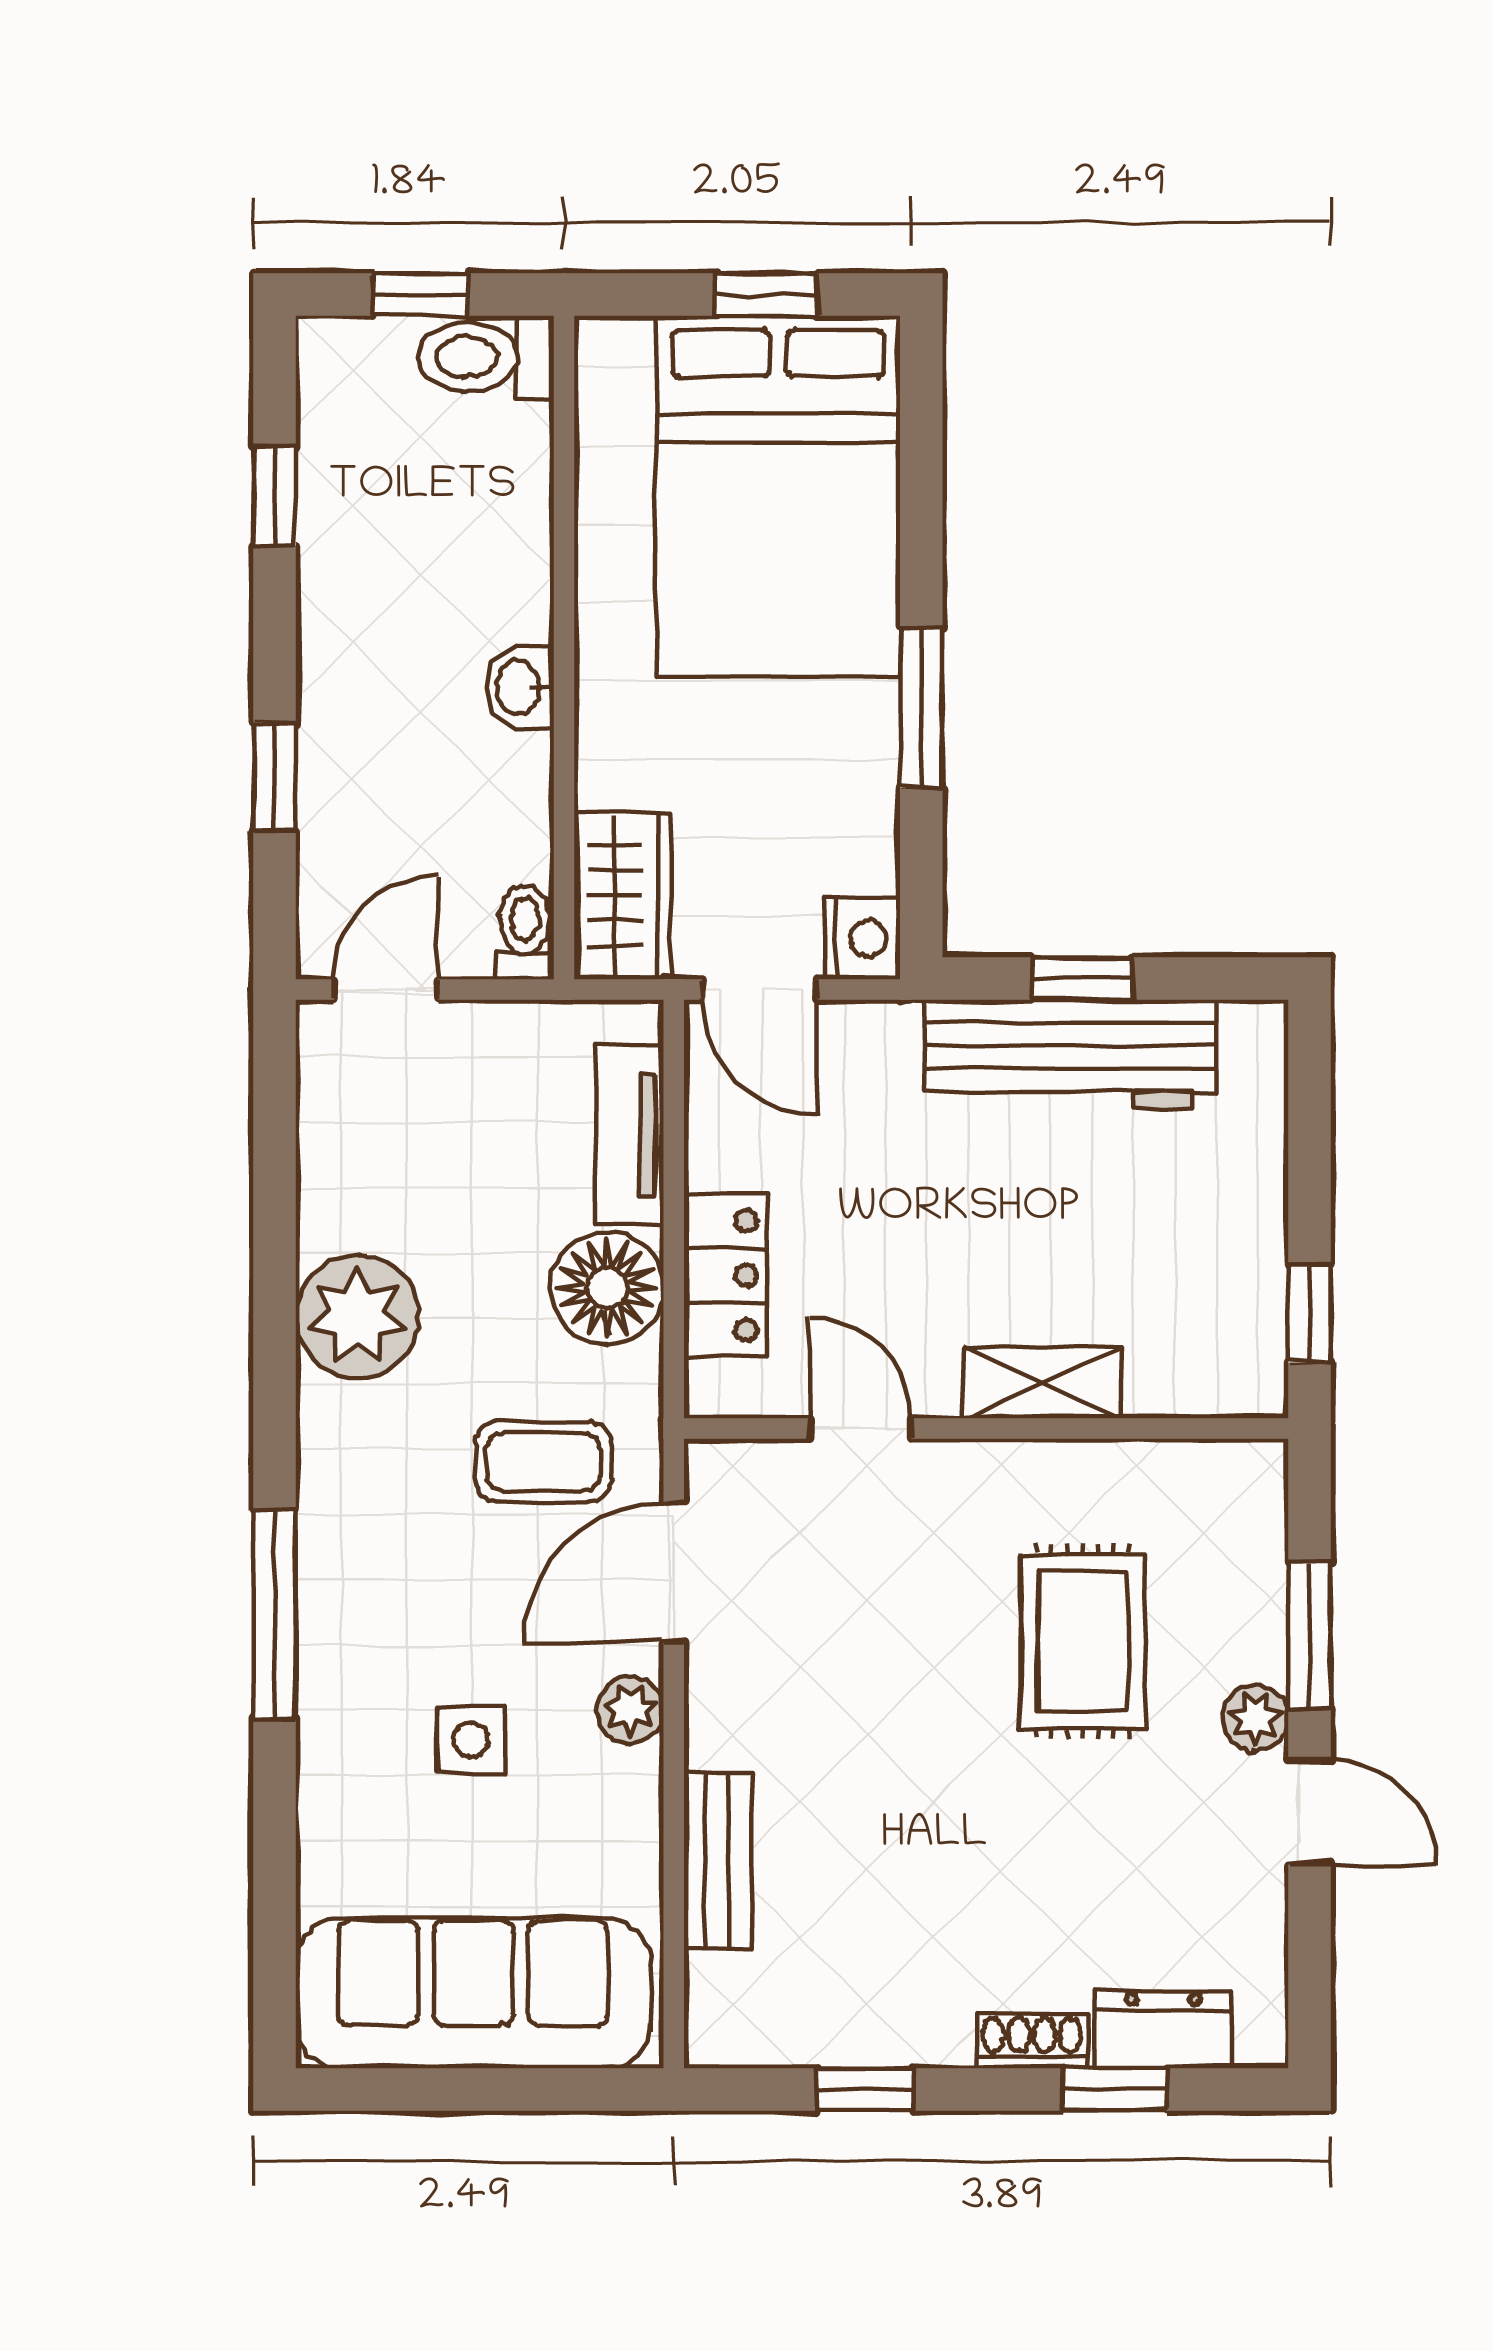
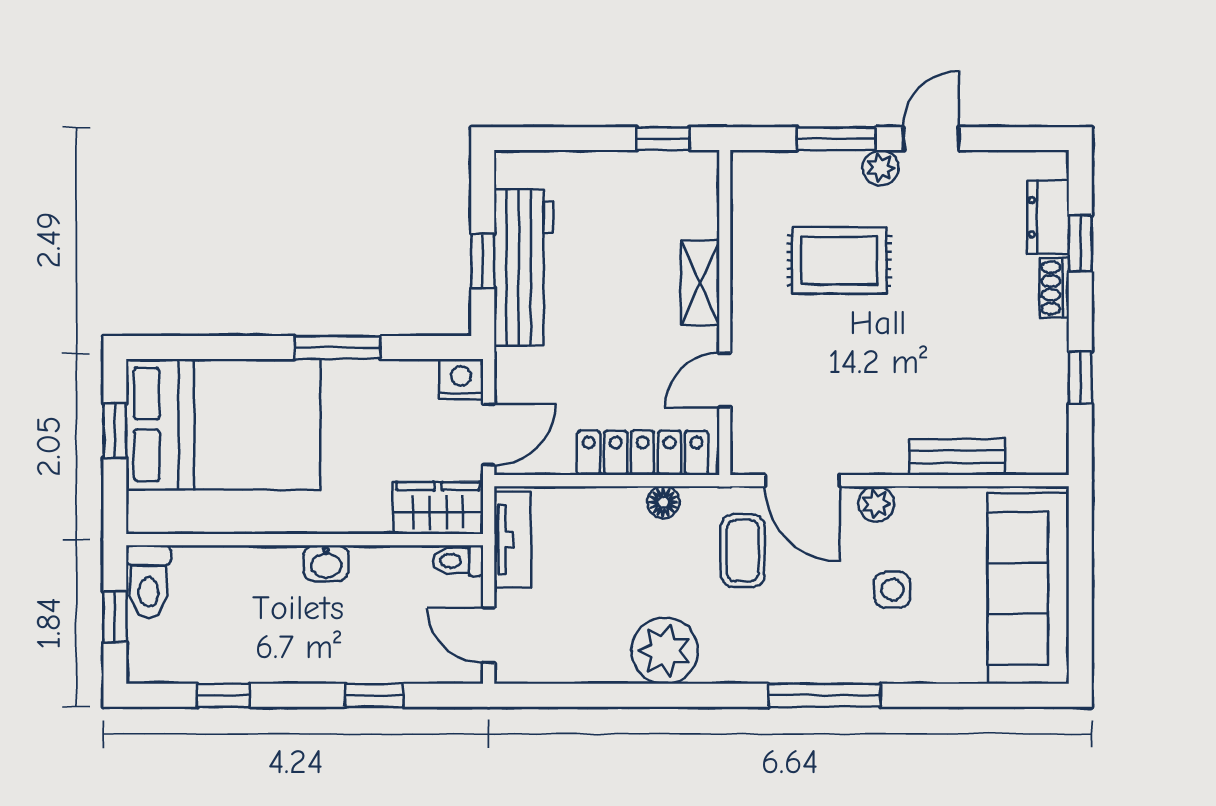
tv unit: (629, 1135) -> (512, 540), moved, turned -90
locker: (725, 1276) -> (643, 453), width x1.53
floor lamp: (607, 1288) -> (663, 502), width x0.53, depth x0.53

